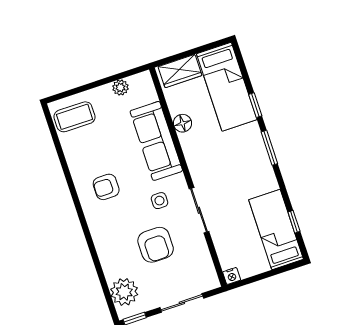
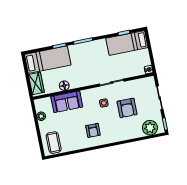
sofa: (156, 141) -> (67, 102), width x0.73
armchair: (156, 245) -> (127, 108), turned 90

